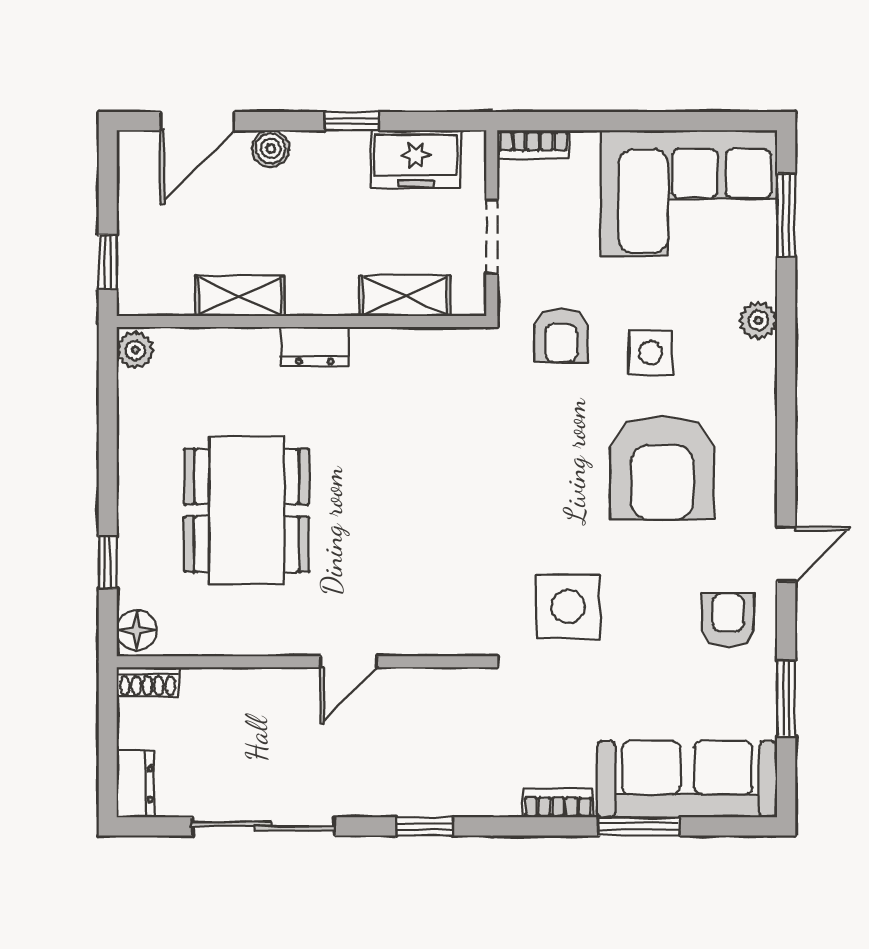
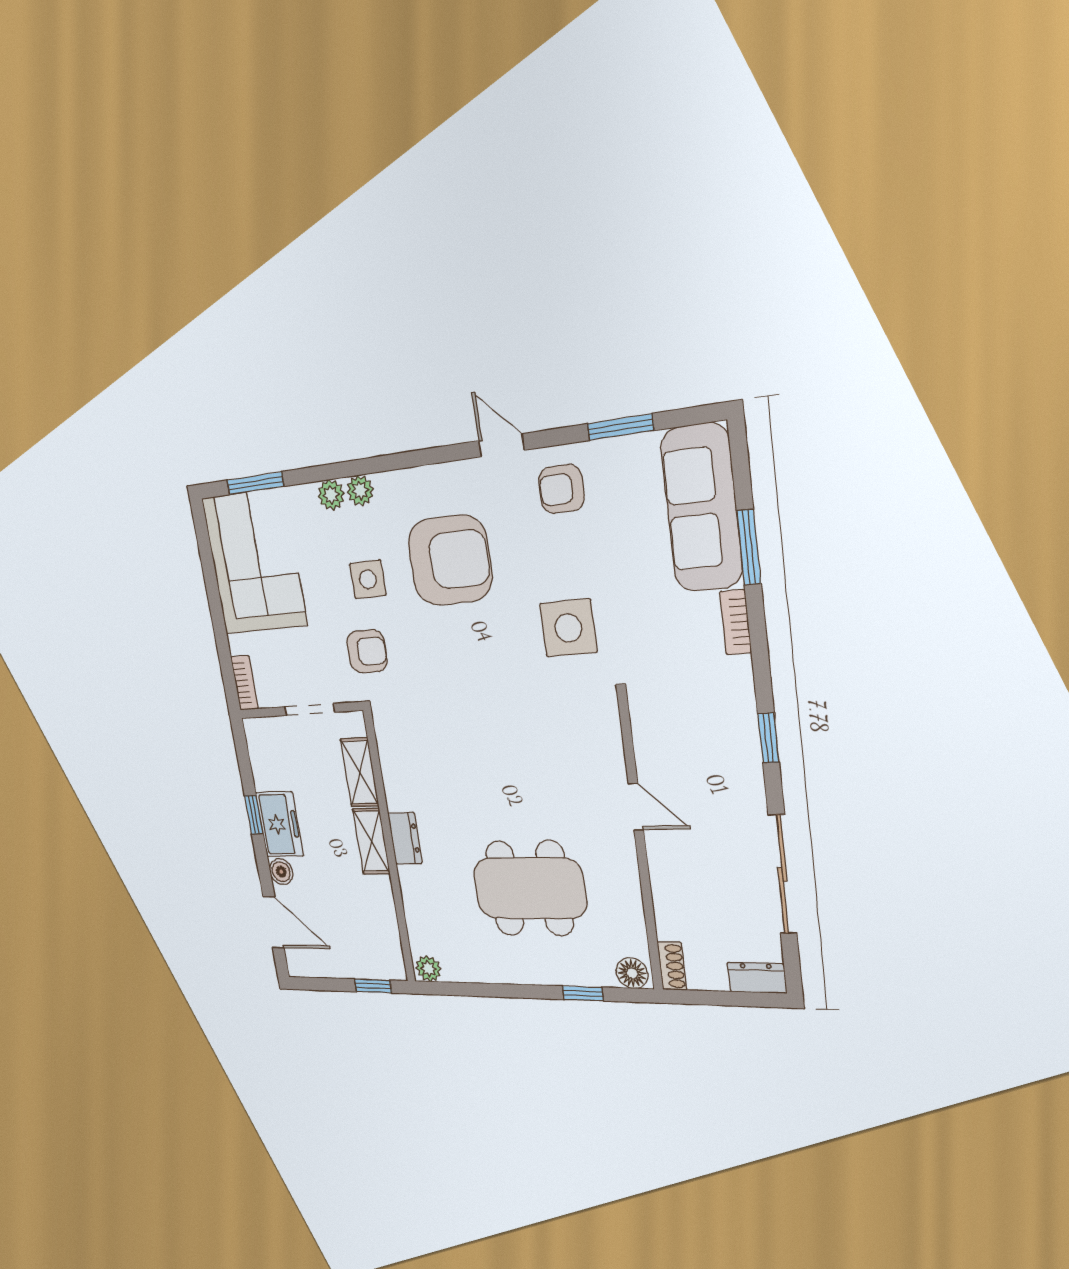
freezer: (416, 159) -> (279, 824), moved
shelving: (240, 296) -> (371, 841), moved
plant: (759, 362) -> (360, 491), added

